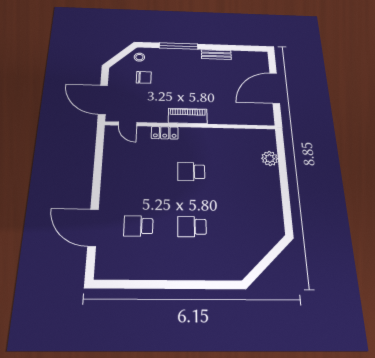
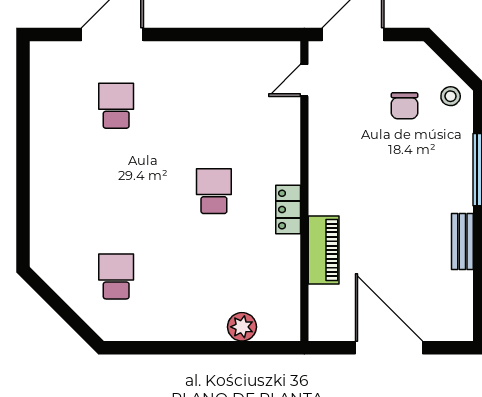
piano: (188, 116) -> (324, 250), moved
locker: (165, 133) -> (288, 210), moved
school desk: (192, 227) -> (116, 276), moved

